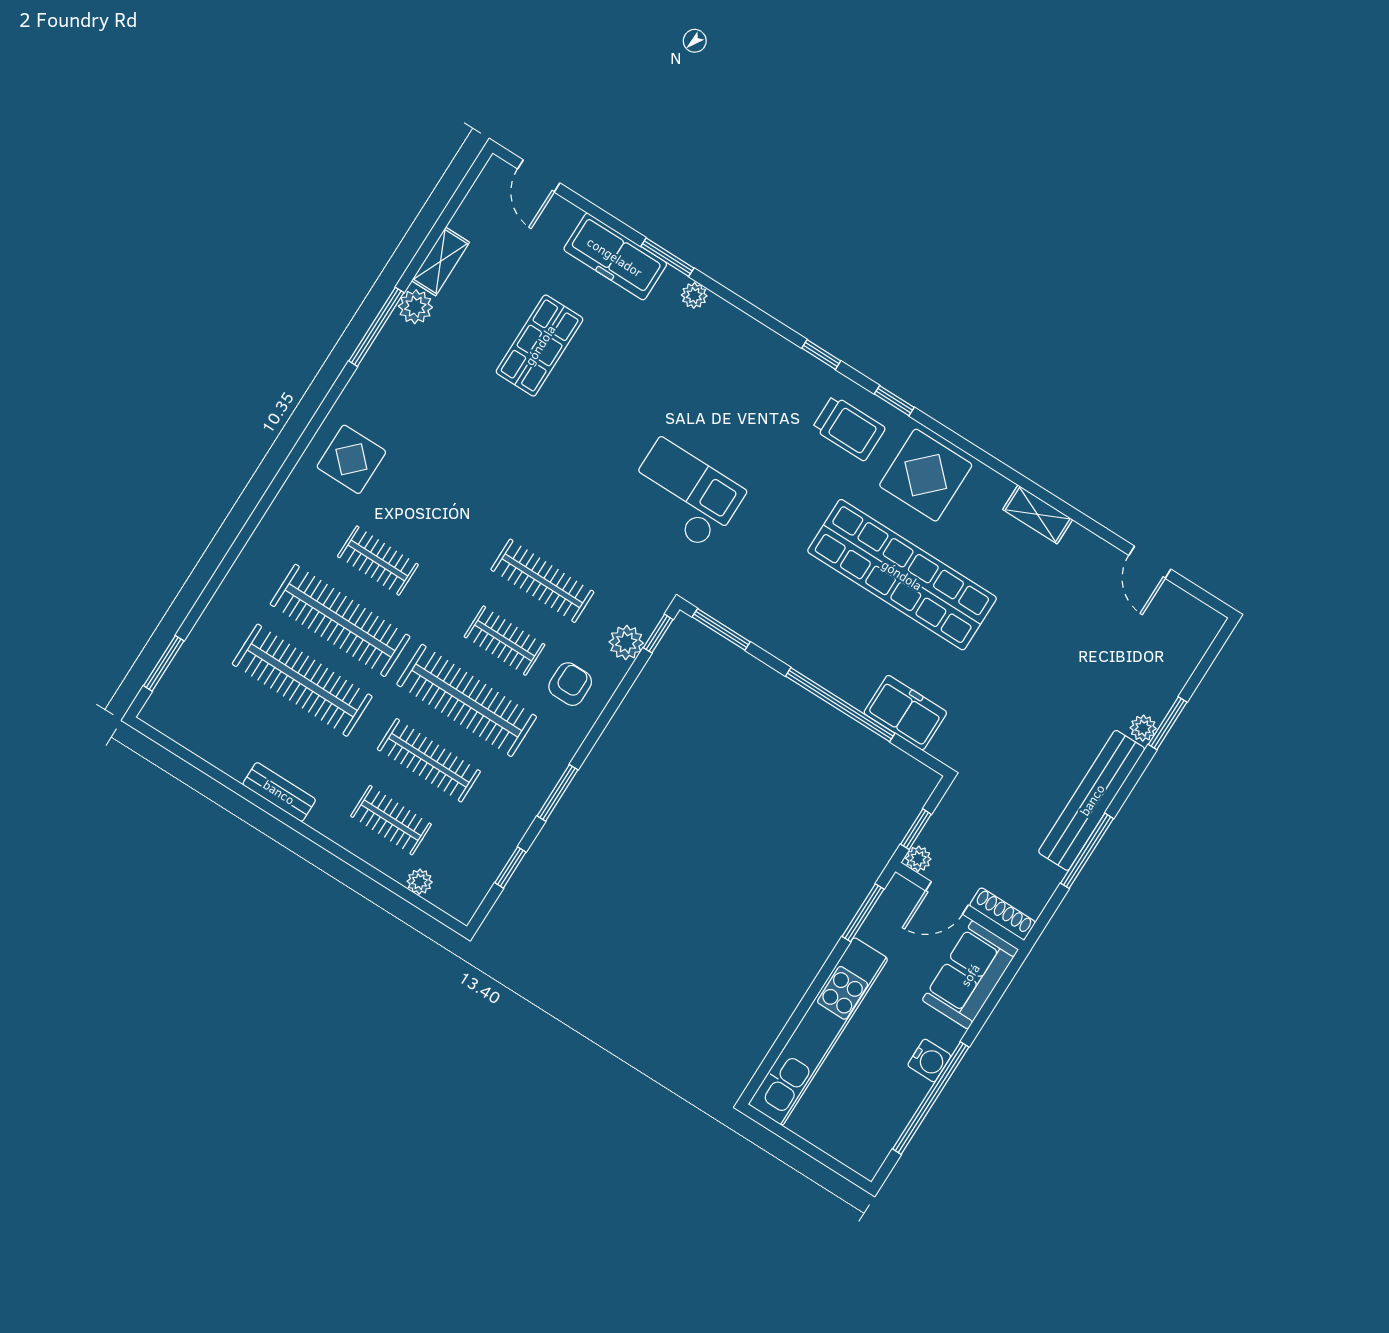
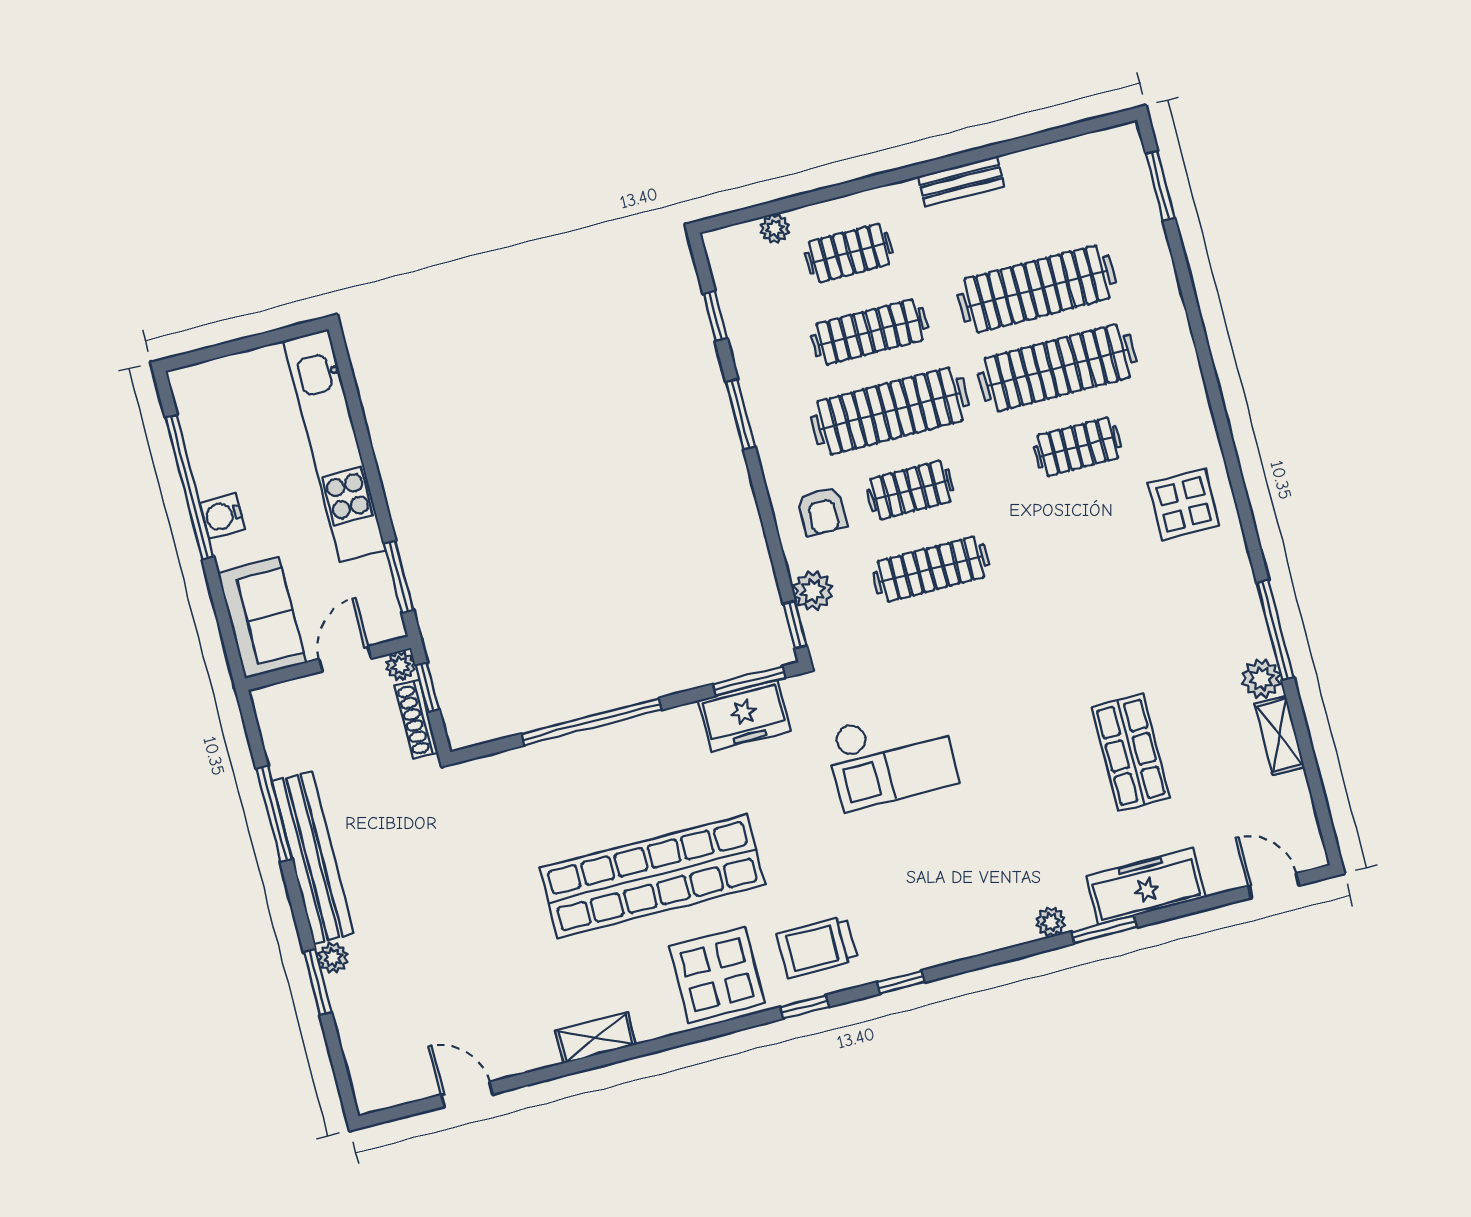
freezer: (905, 713) -> (744, 716), moved
shoe rack: (1002, 914) -> (416, 719), moved, turned 90

